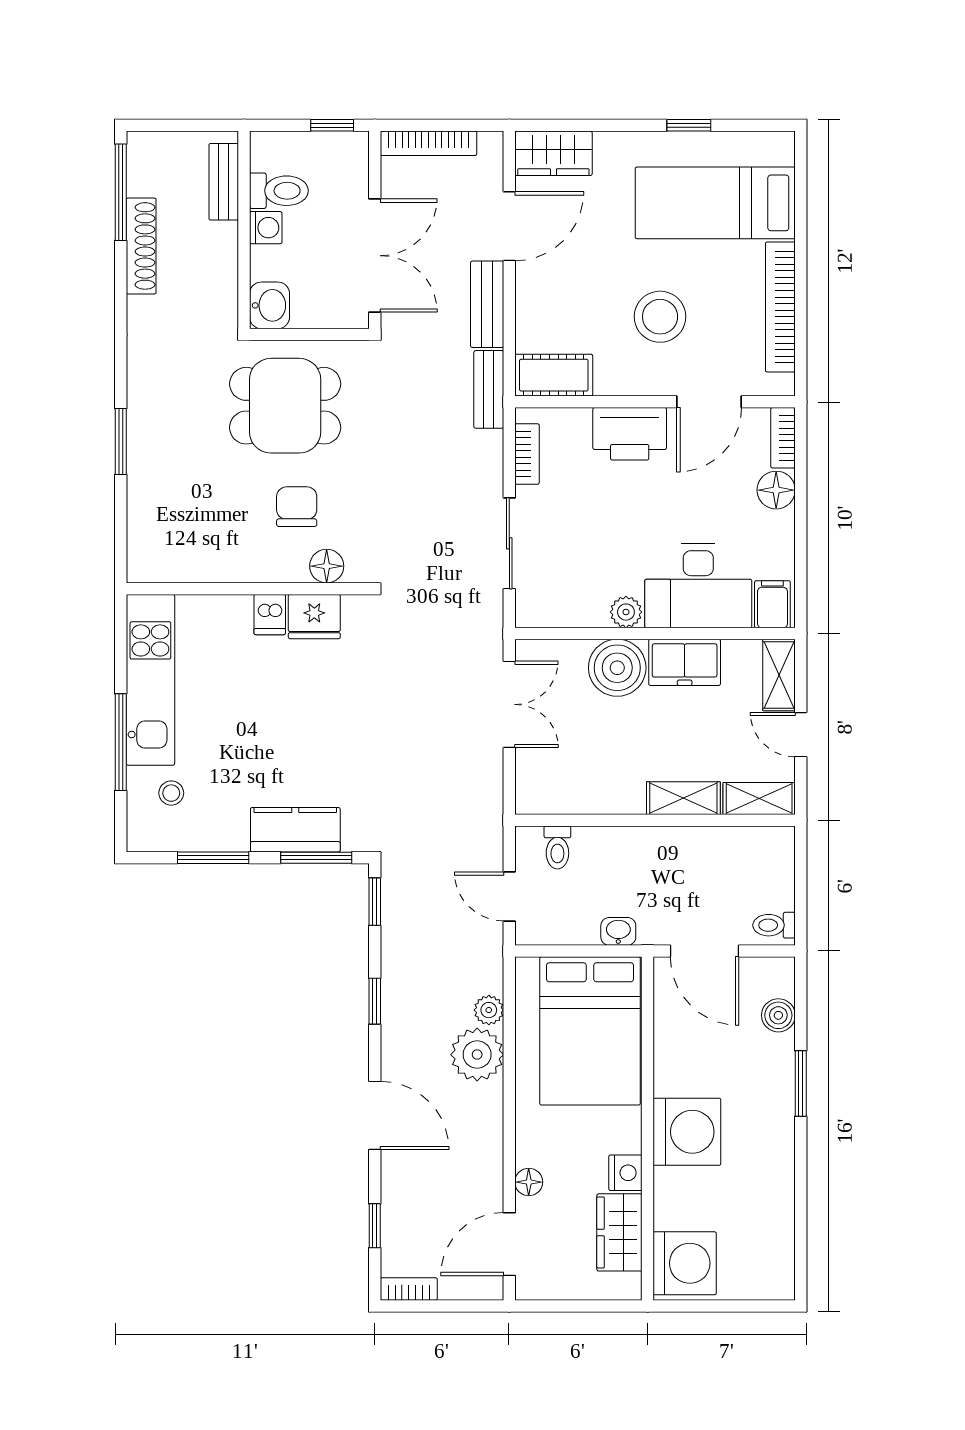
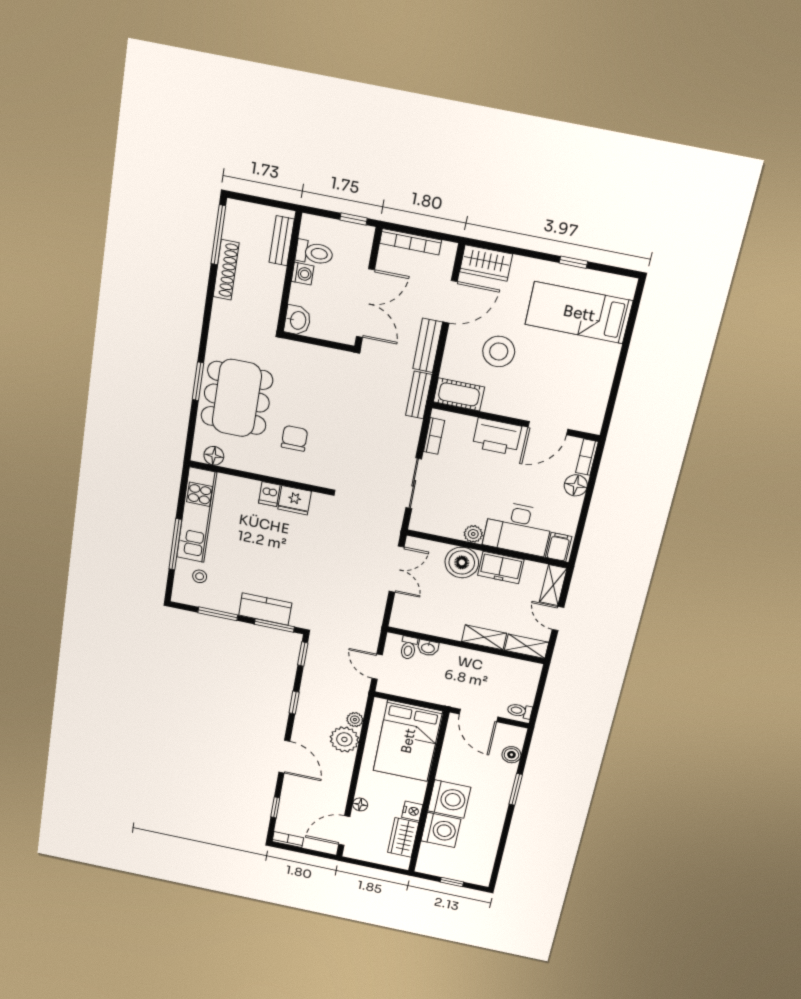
bookcase: (780, 307) -> (604, 382), removed
stool: (660, 317) -> (499, 351), moved
dining table: (285, 406) -> (237, 398), moved, width x1.38
floor lamp: (327, 566) -> (214, 456), moved
washbasin: (618, 931) -> (428, 648), moved, turned 180
washing machine: (685, 1263) -> (441, 830), moved
window: (726, 1306) -> (452, 882), added

